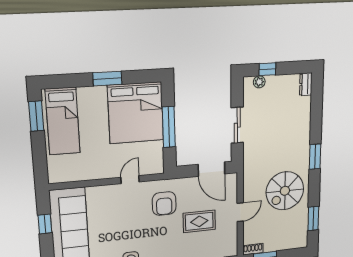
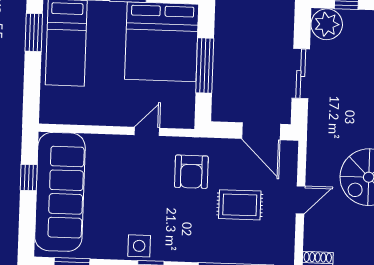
plant: (259, 82) -> (327, 24), width x1.88, depth x1.88

